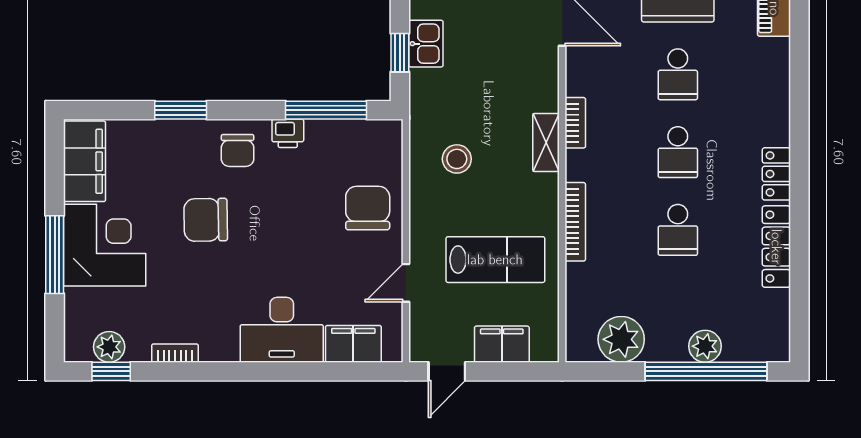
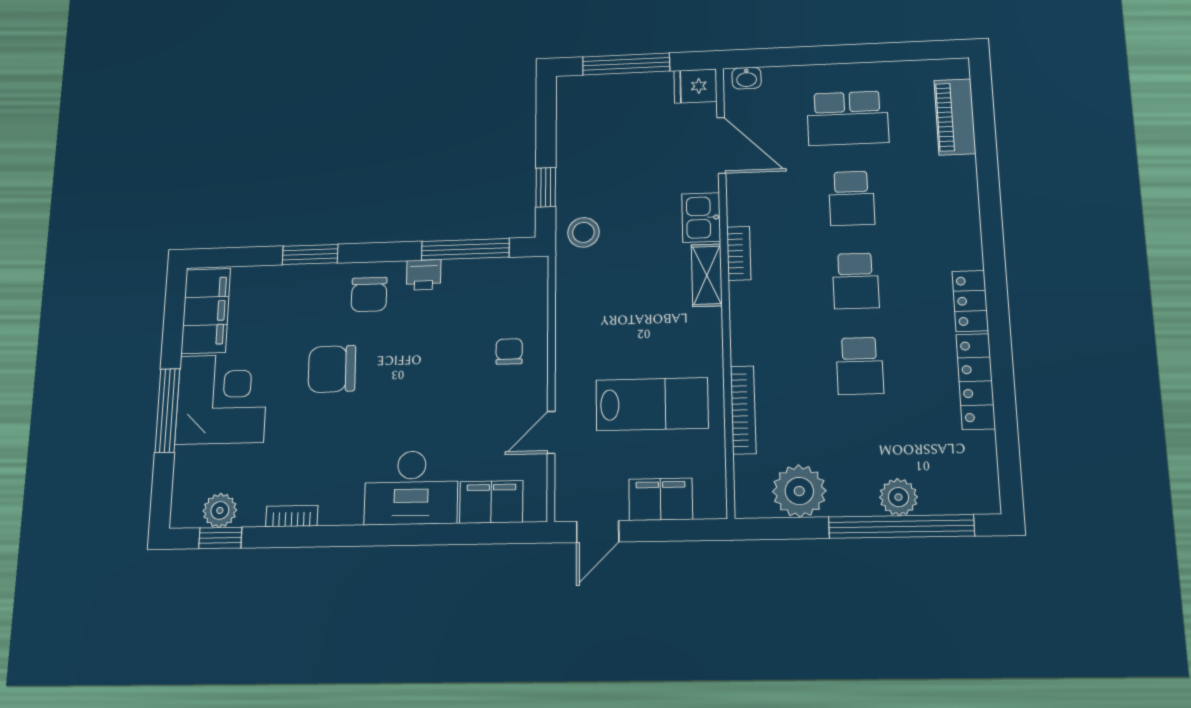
kitchen sink: (426, 44) -> (701, 218), moved, turned 180
stool: (457, 159) -> (583, 232), moved
chair: (368, 208) -> (509, 351), width x0.54, depth x0.54
bookcase: (575, 222) -> (743, 410), moved

